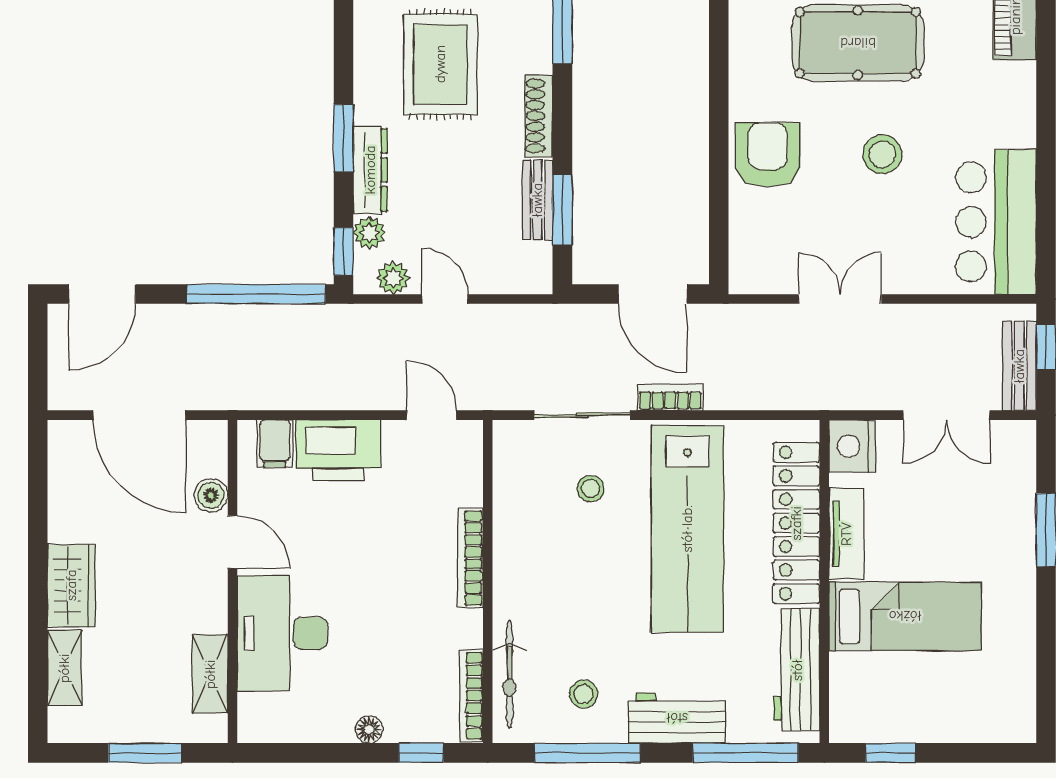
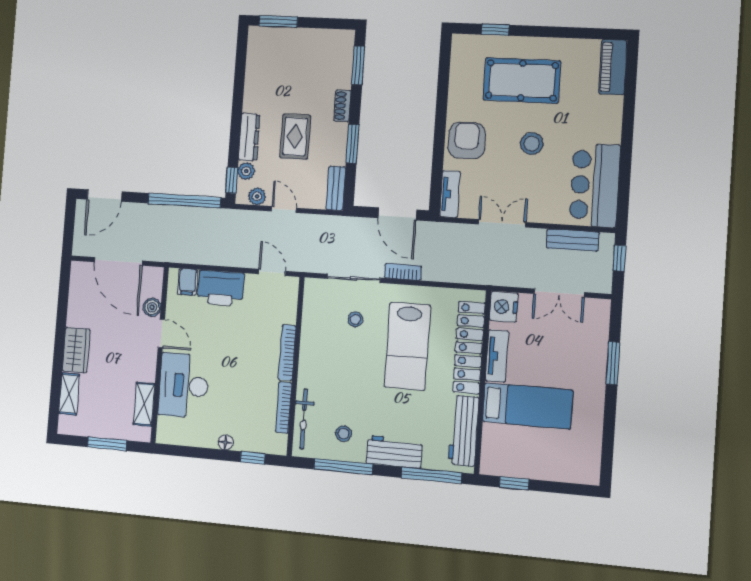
rug: (440, 64) -> (295, 137), moved, width x0.73, depth x0.70
shoe rack: (539, 116) -> (342, 106), width x0.70
window: (343, 138) -> (236, 119), removed
bench: (537, 200) -> (336, 188), moved
window: (562, 210) -> (352, 144), moved
tv unit: (744, 253) -> (450, 194), added
bench: (1019, 366) -> (573, 240), moved, turned 90
lab bench: (687, 529) -> (407, 346), width x0.73
bookcase: (471, 696) -> (284, 407), moved

